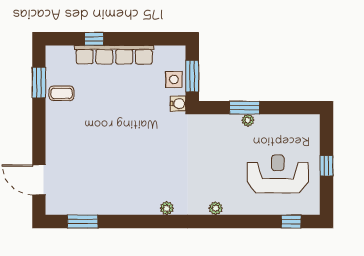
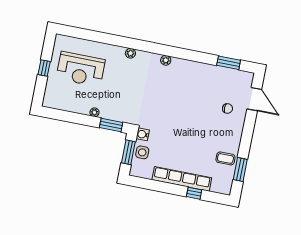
window: (244, 108) -> (111, 125), moved
chair: (72, 160) -> (227, 108), added
window: (291, 222) -> (78, 33), removed

